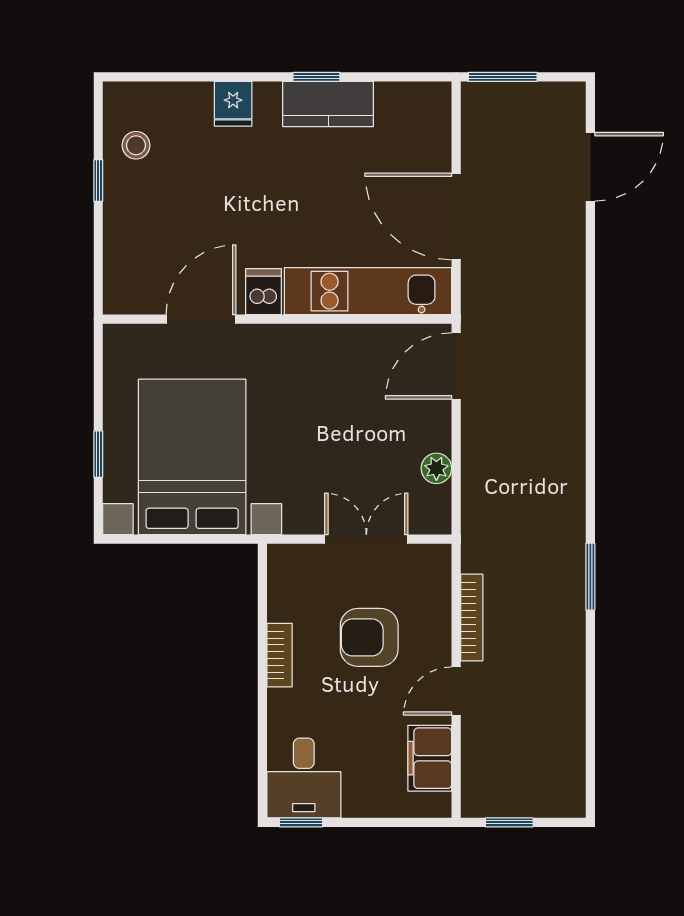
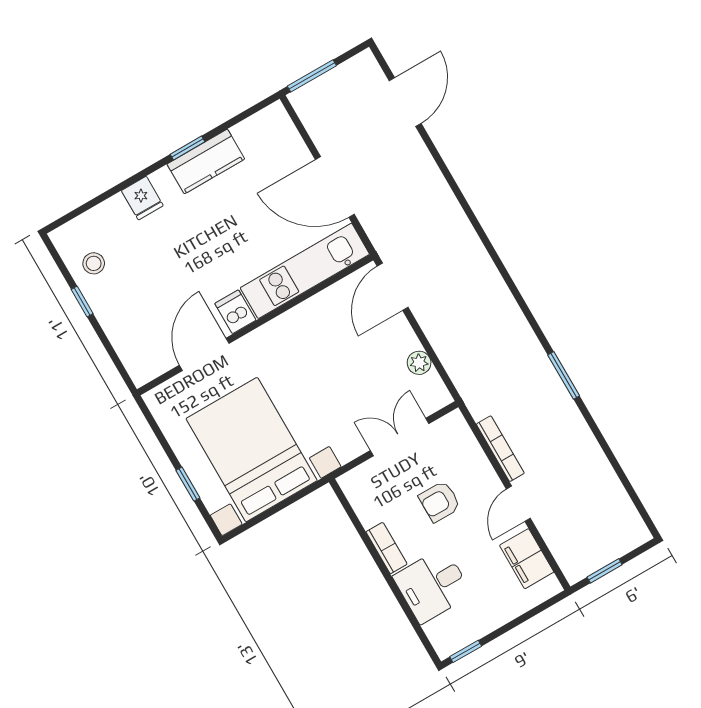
armchair: (369, 637) -> (440, 502), width x0.72, depth x0.72
desk: (304, 778) -> (432, 585), moved, turned 90

